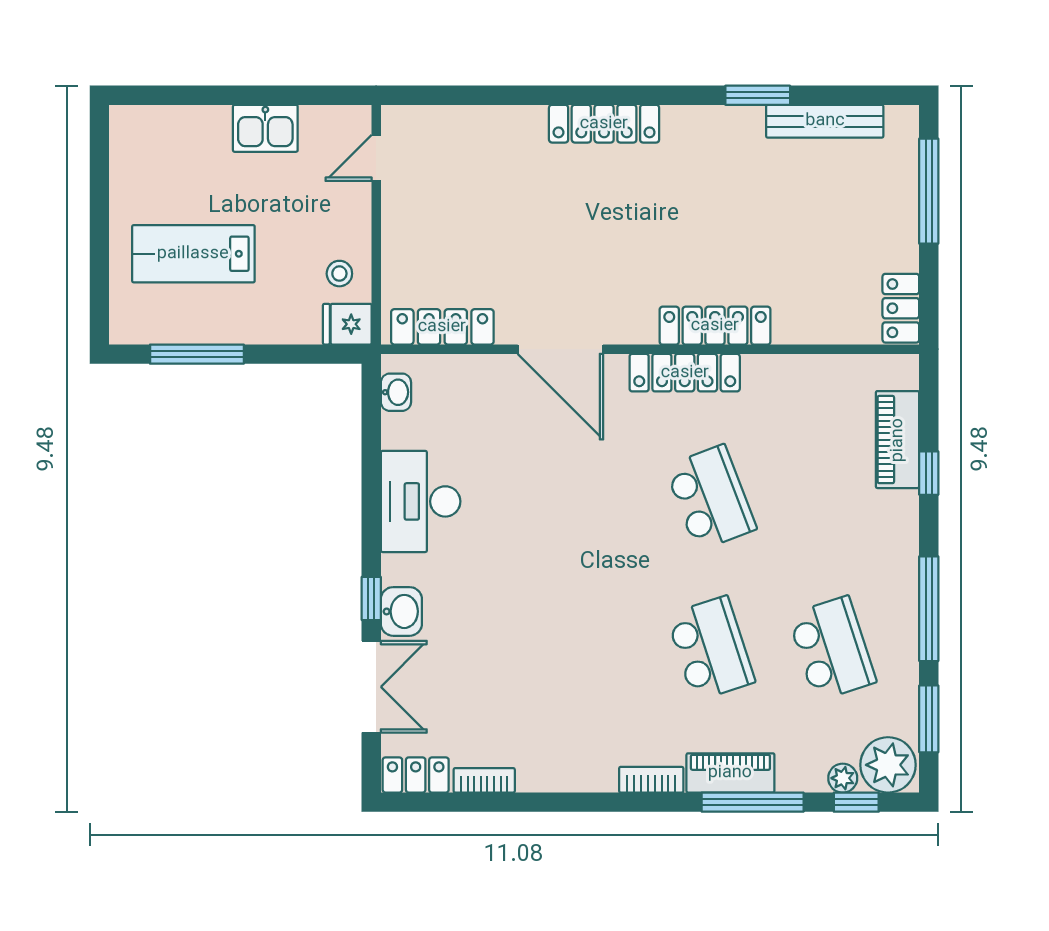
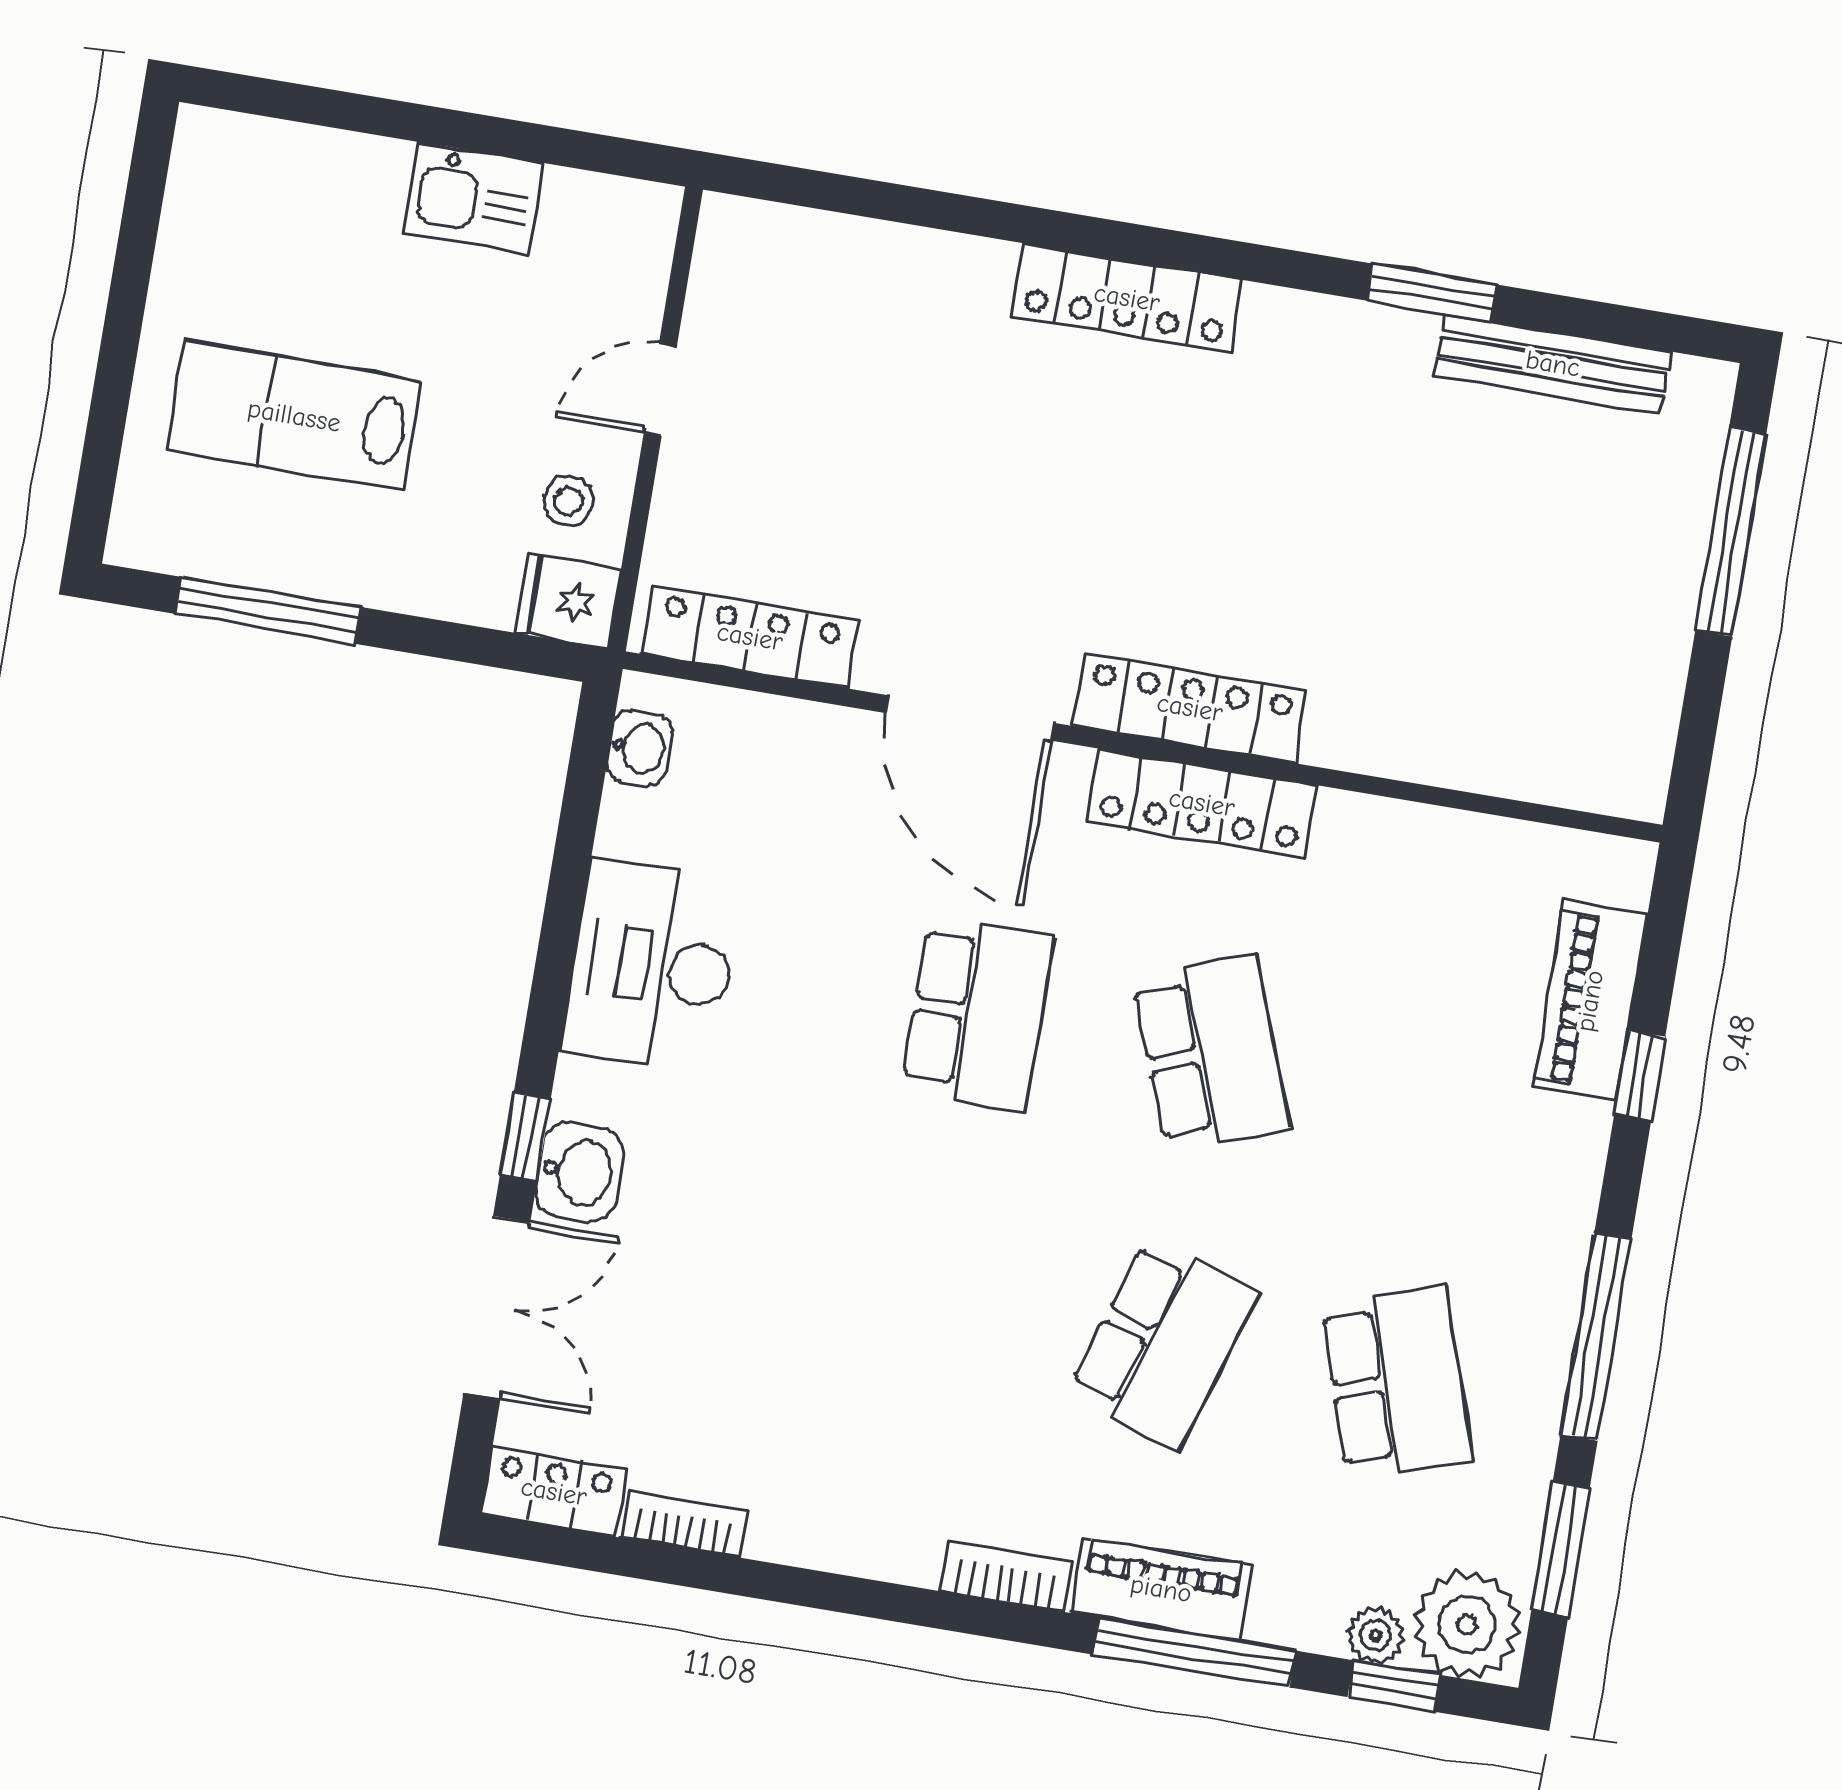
door: (376, 158) -> (660, 390), moved
locker: (901, 308) -> (1639, 749), removed
locker: (715, 326) -> (1190, 708), moved
school desk: (589, 498) -> (978, 1014), added
school desk: (711, 649) -> (1163, 1343), turned 36

